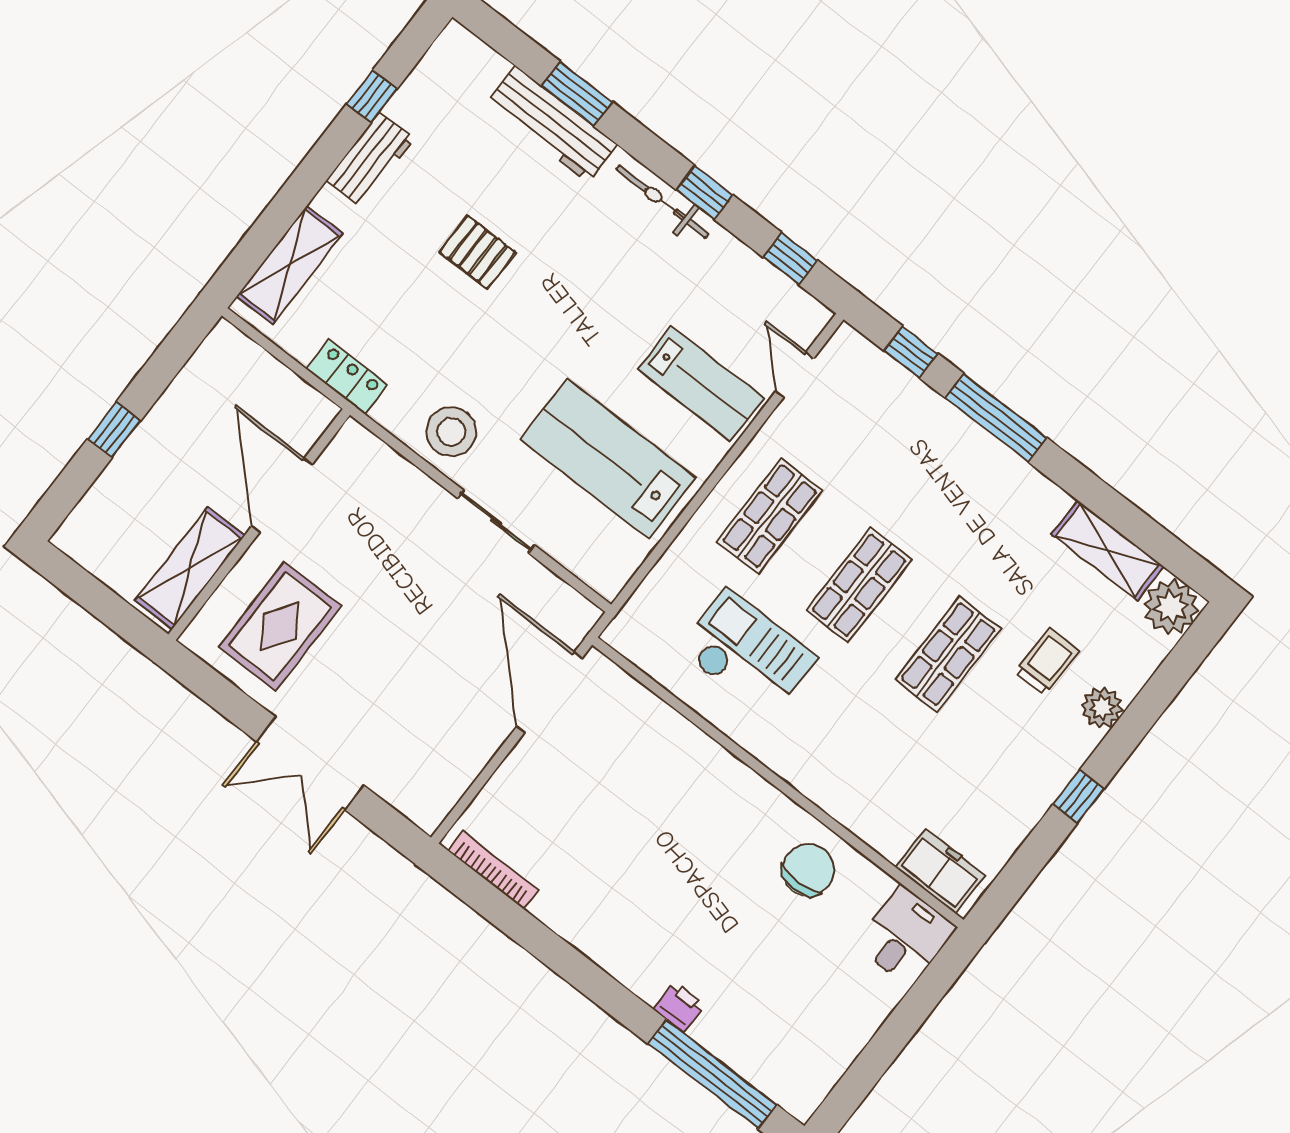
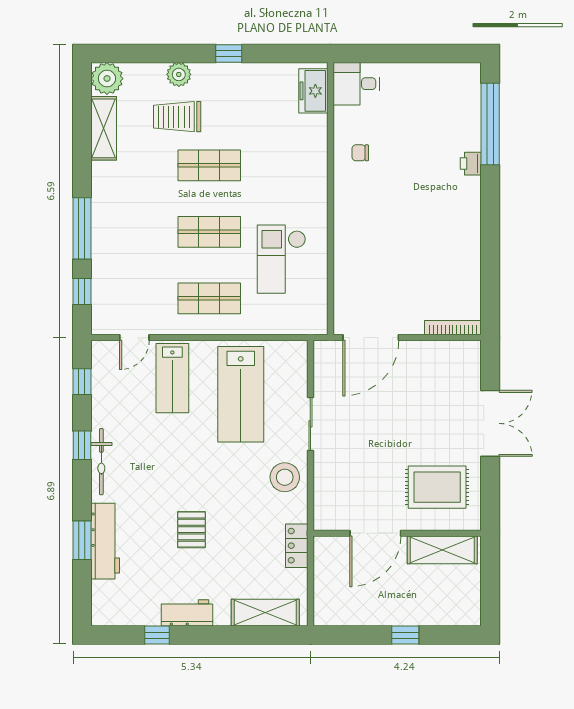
lab bench: (701, 384) -> (172, 378), turned 180
trolley: (1047, 662) -> (177, 117), width x1.36, depth x1.39
bookcase: (493, 870) -> (453, 328), moved, turned 90
chair: (808, 870) -> (360, 153), width x0.54, depth x0.54

